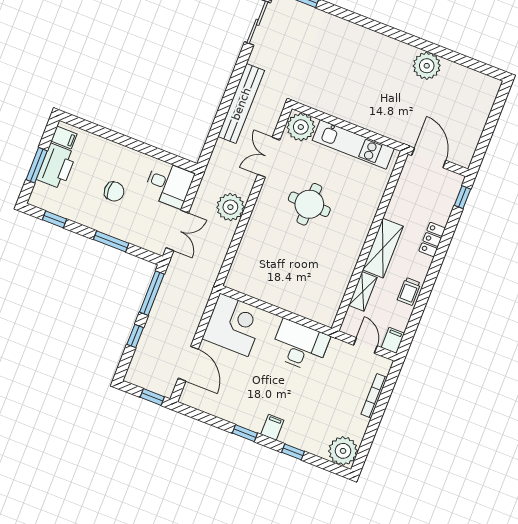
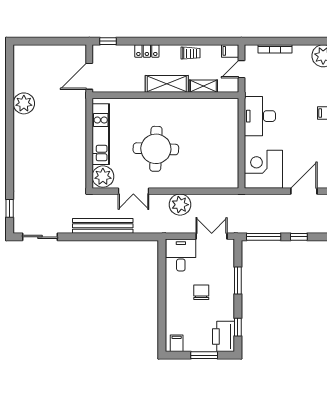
printer: (56, 166) -> (223, 336), moved, turned -90
round table: (309, 204) -> (156, 149), width x1.36, depth x1.36

